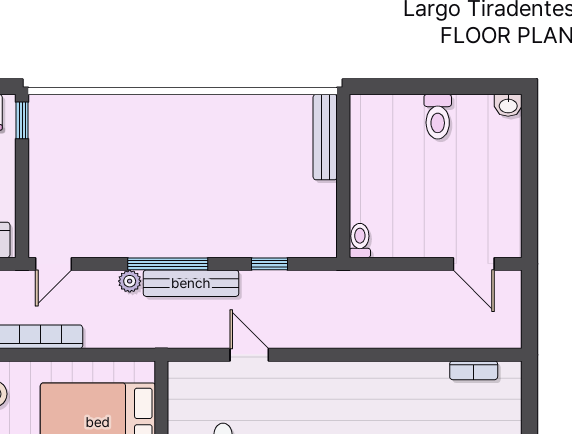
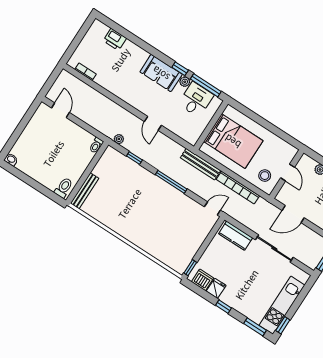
toilet: (438, 117) -> (64, 188), moved
plant: (130, 281) -> (119, 139), moved
bench: (191, 283) -> (201, 164), moved
door: (249, 355) -> (153, 123), moved

